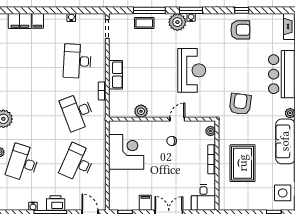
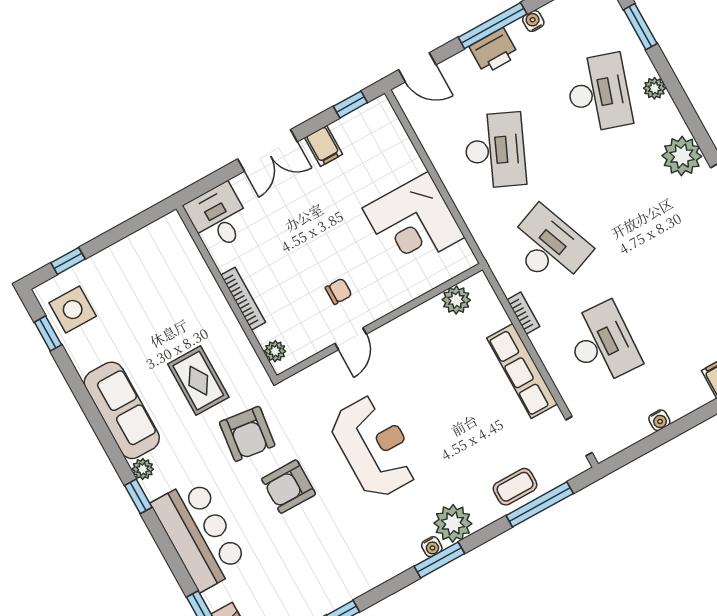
window: (149, 10) -> (540, 504), moved
armchair: (240, 30) -> (289, 487), moved
reception desk: (192, 70) -> (375, 447), turned 180
row of seats: (116, 75) -> (522, 371), width x1.48
plant: (141, 111) -> (456, 300), moved
rug: (243, 163) -> (198, 381), moved, width x0.73, depth x0.70

